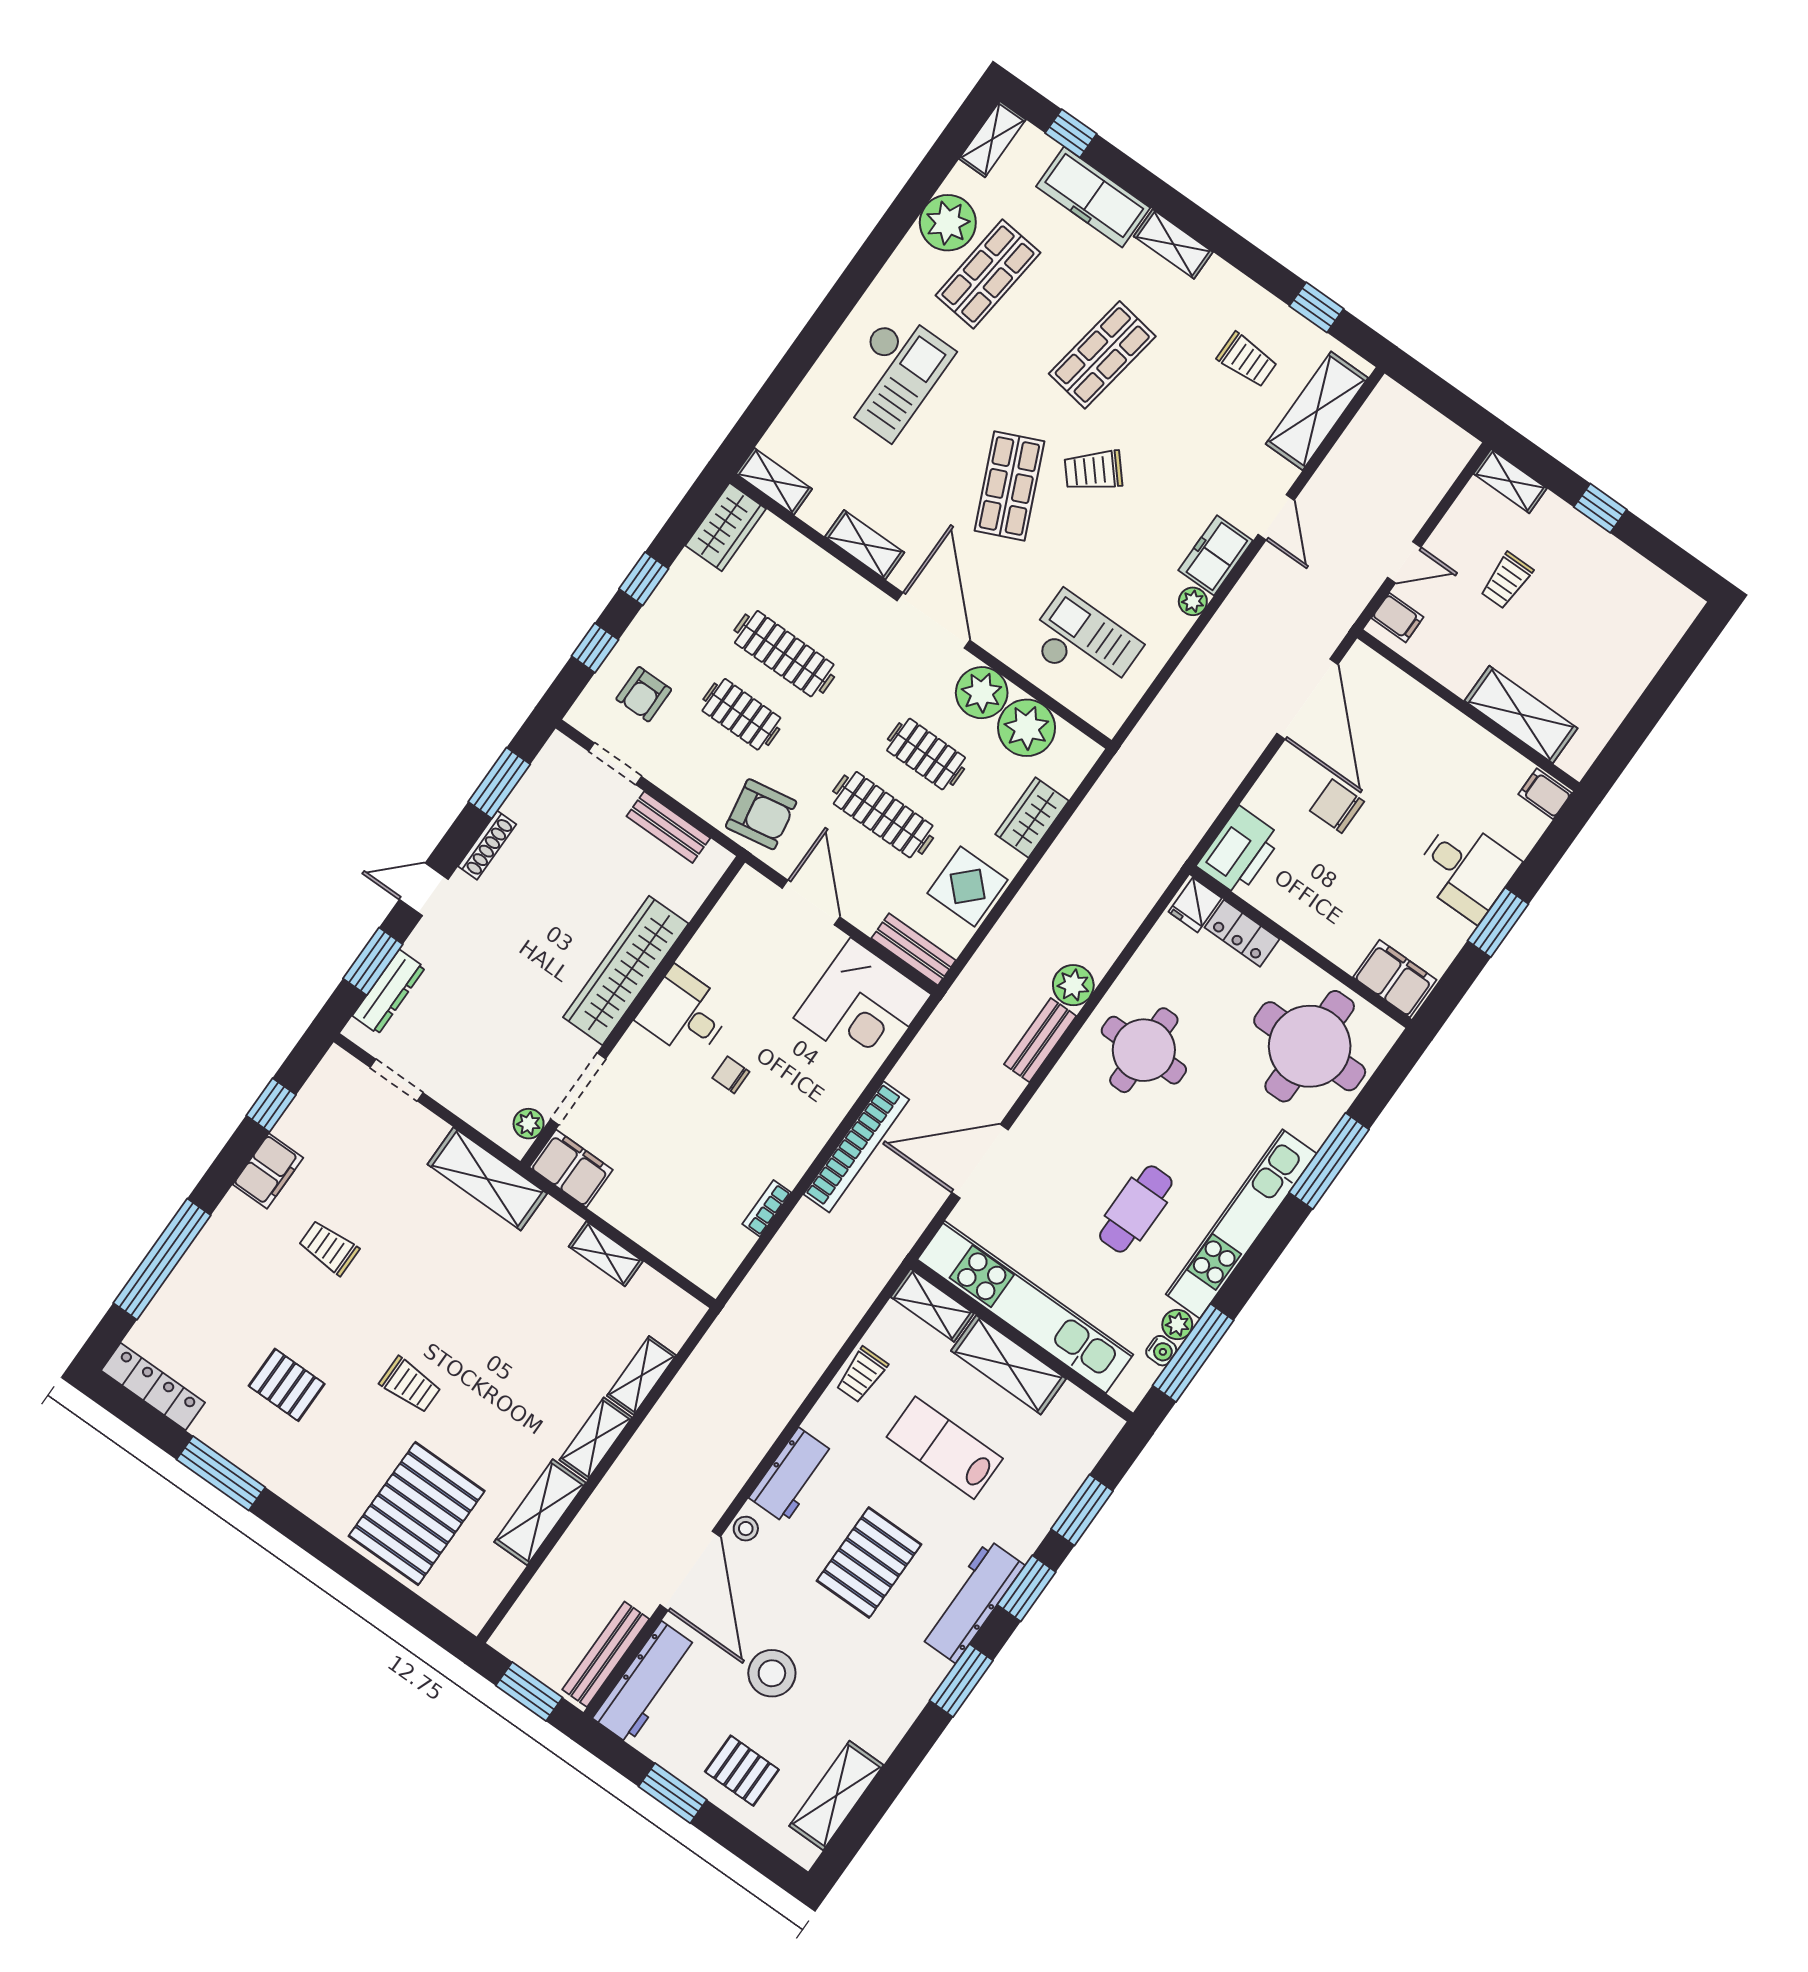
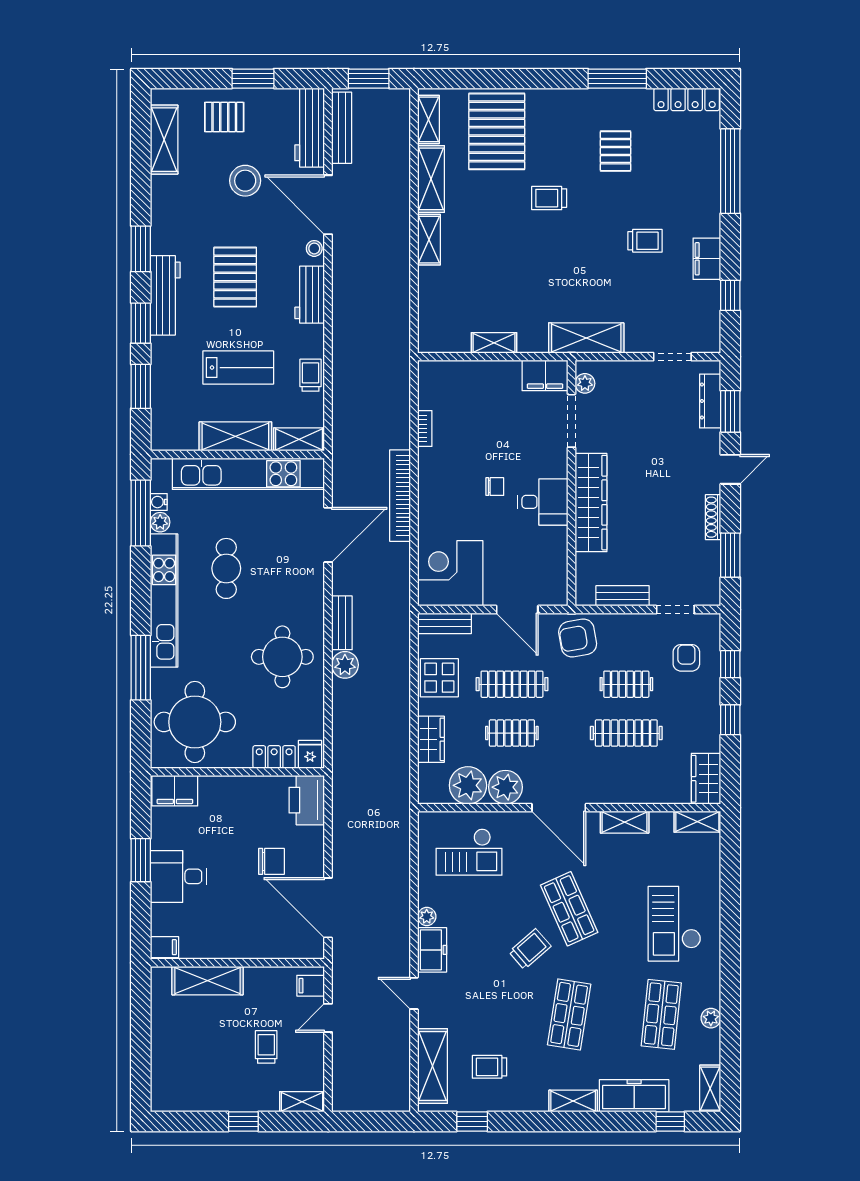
plant: (948, 223) -> (711, 1018), width x0.53, depth x0.53
shelving: (642, 1375) -> (428, 119), moved
pallet: (287, 1385) -> (616, 151), turned 90

